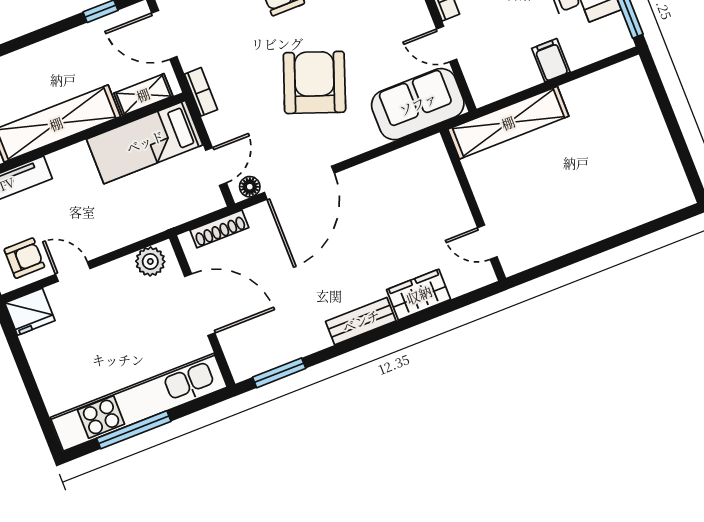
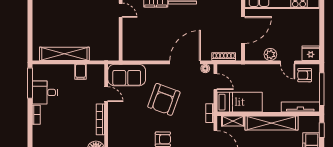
filing cabinet: (551, 60) -> (81, 72), moved
shelving: (508, 123) -> (64, 54), moved
door: (216, 167) -> (215, 82), swing flipped
plant: (150, 261) -> (270, 54), moved
door: (200, 305) -> (243, 30), swing flipped

